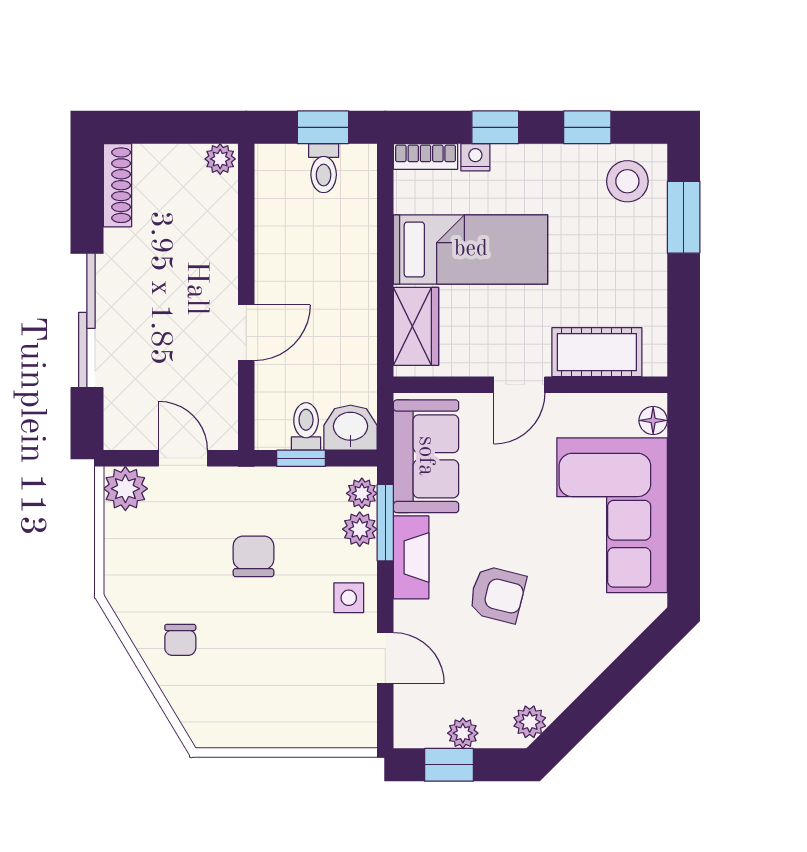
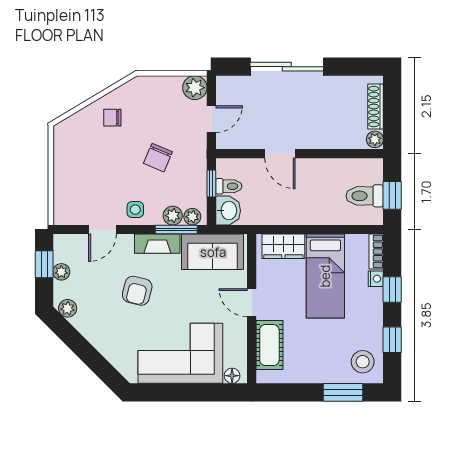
toilet: (324, 168) -> (365, 196), width x1.37, depth x1.39
shoe rack: (117, 185) -> (376, 106), moved, turned 90
chair: (253, 556) -> (158, 158), turned 113

